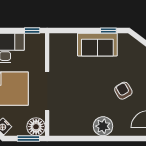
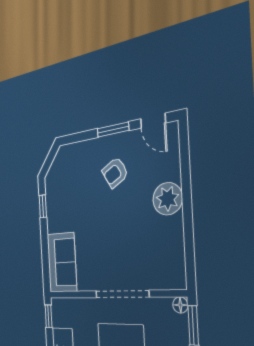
sofa: (97, 45) -> (62, 262), moved
floor lamp: (36, 127) -> (180, 305), width x0.53, depth x0.53

